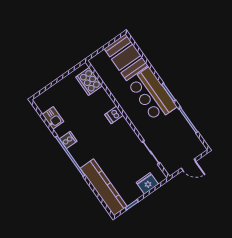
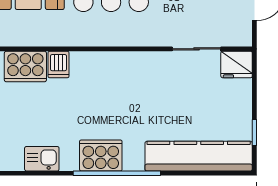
dishwasher: (114, 115) -> (59, 65), moved
cooker: (68, 140) -> (101, 155), width x1.87, depth x1.31
fridge: (147, 183) -> (237, 65), moved, turned -90

